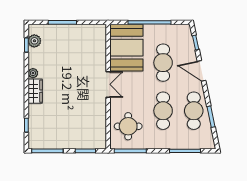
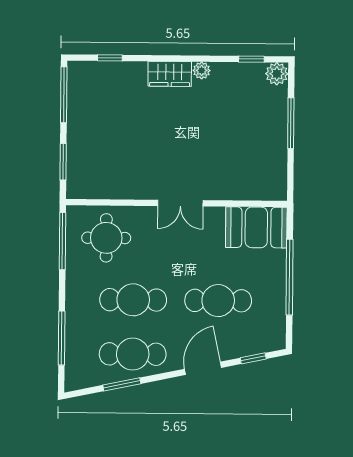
plant: (34, 41) -> (277, 74), moved
booth: (126, 48) -> (256, 227), width x0.73, depth x0.70

